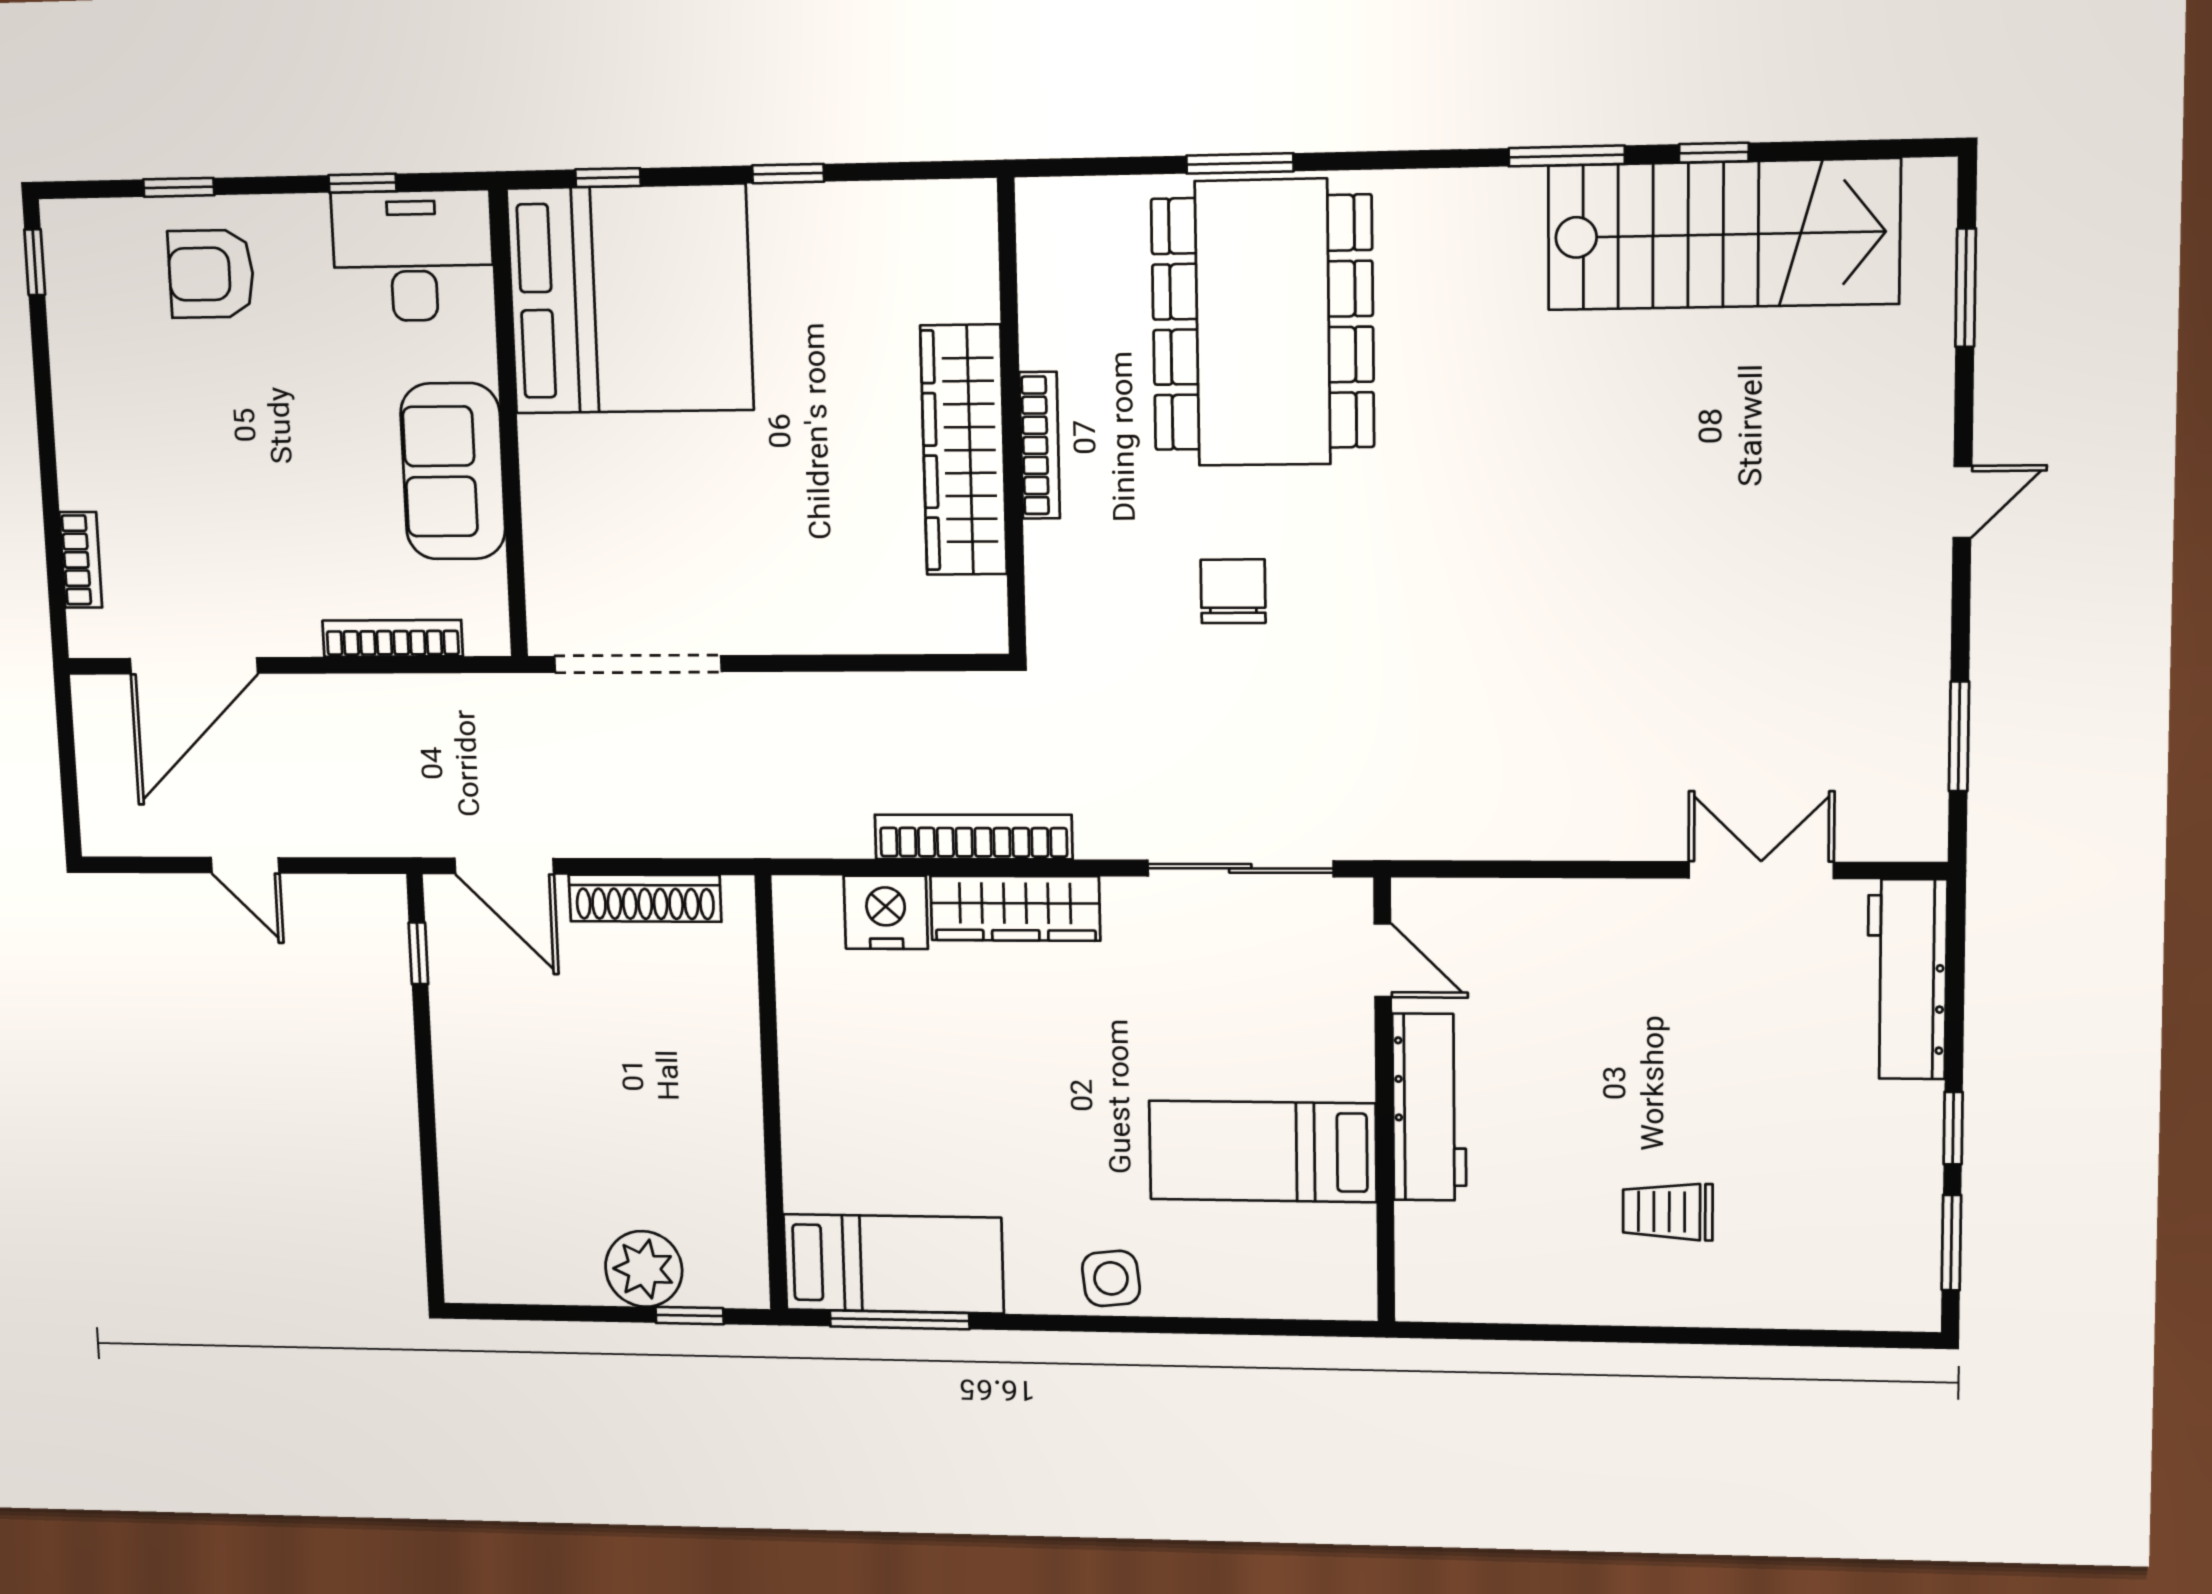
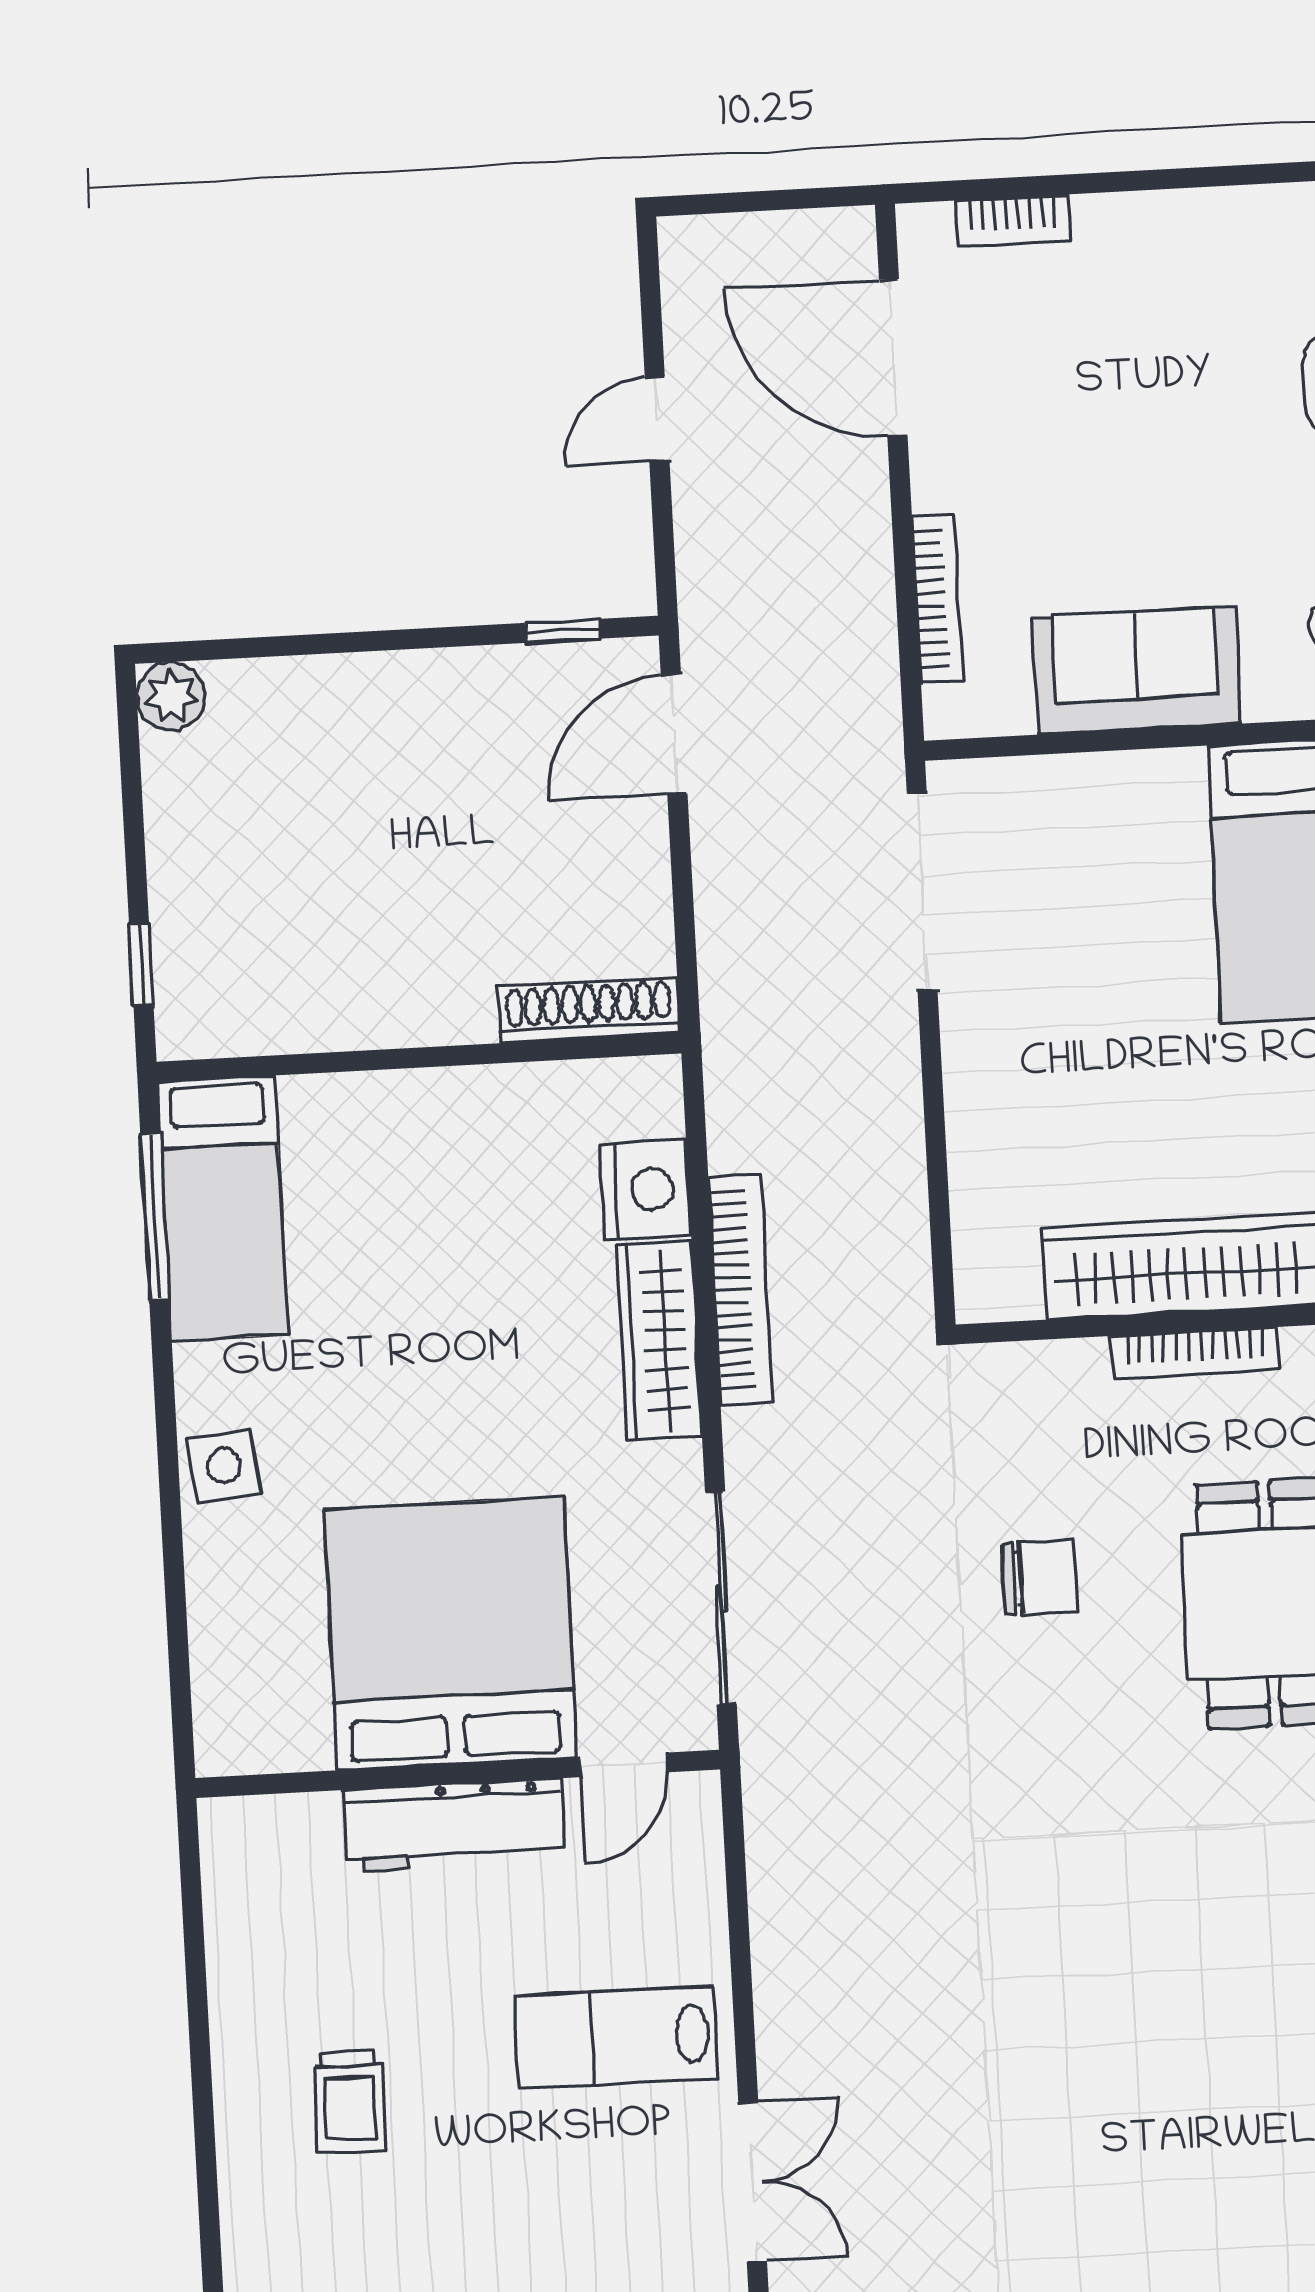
shoe rack: (645, 898) -> (589, 1010), moved, turned 90
lab bench: (1624, 981) -> (616, 2038), added
bed: (1263, 1151) -> (450, 1633), width x2.04
trolley: (1668, 1212) -> (350, 2101), turned 180
plant: (644, 1269) -> (171, 696), moved, width x0.73, depth x0.73

